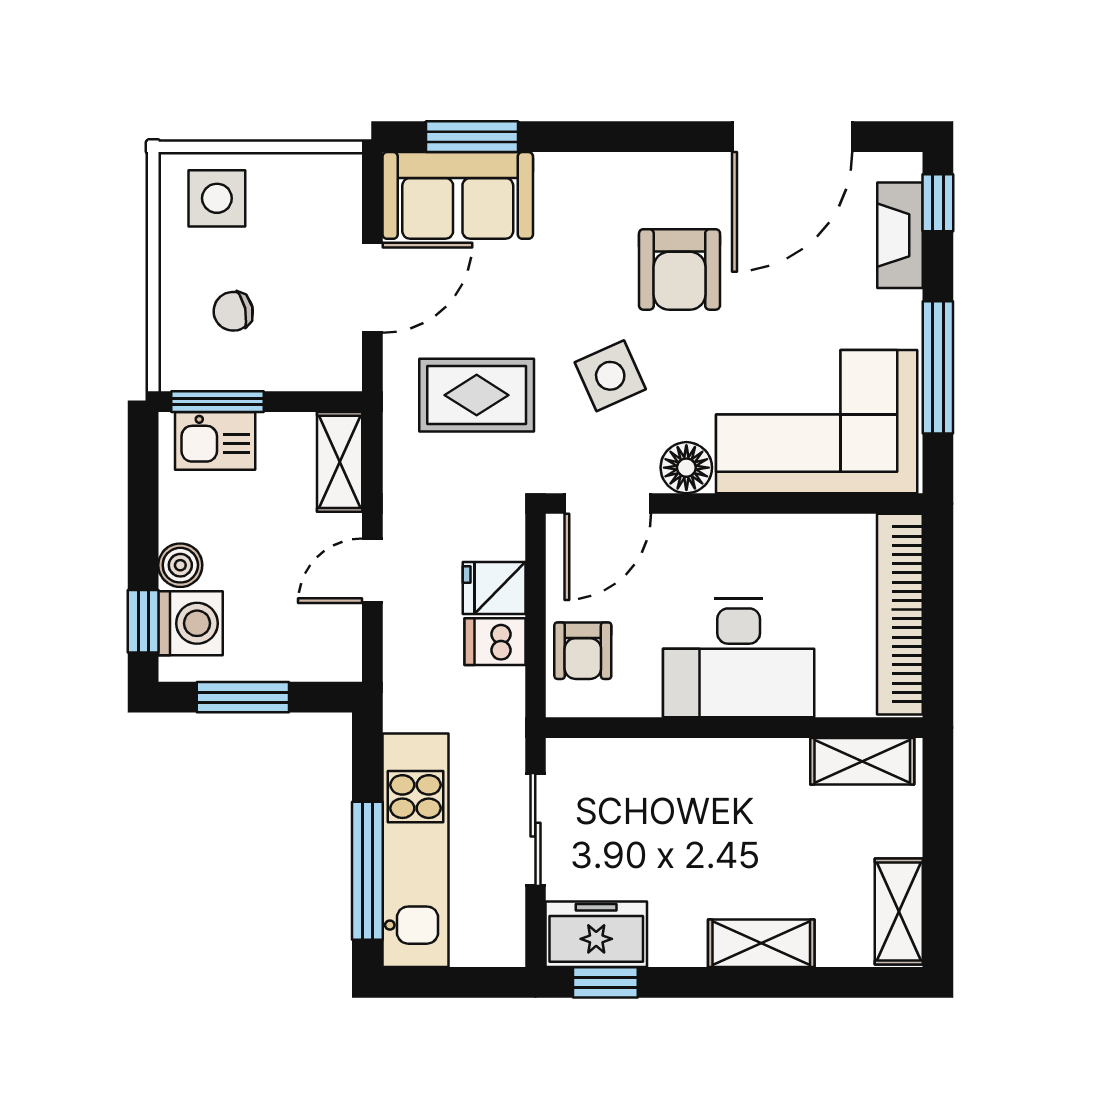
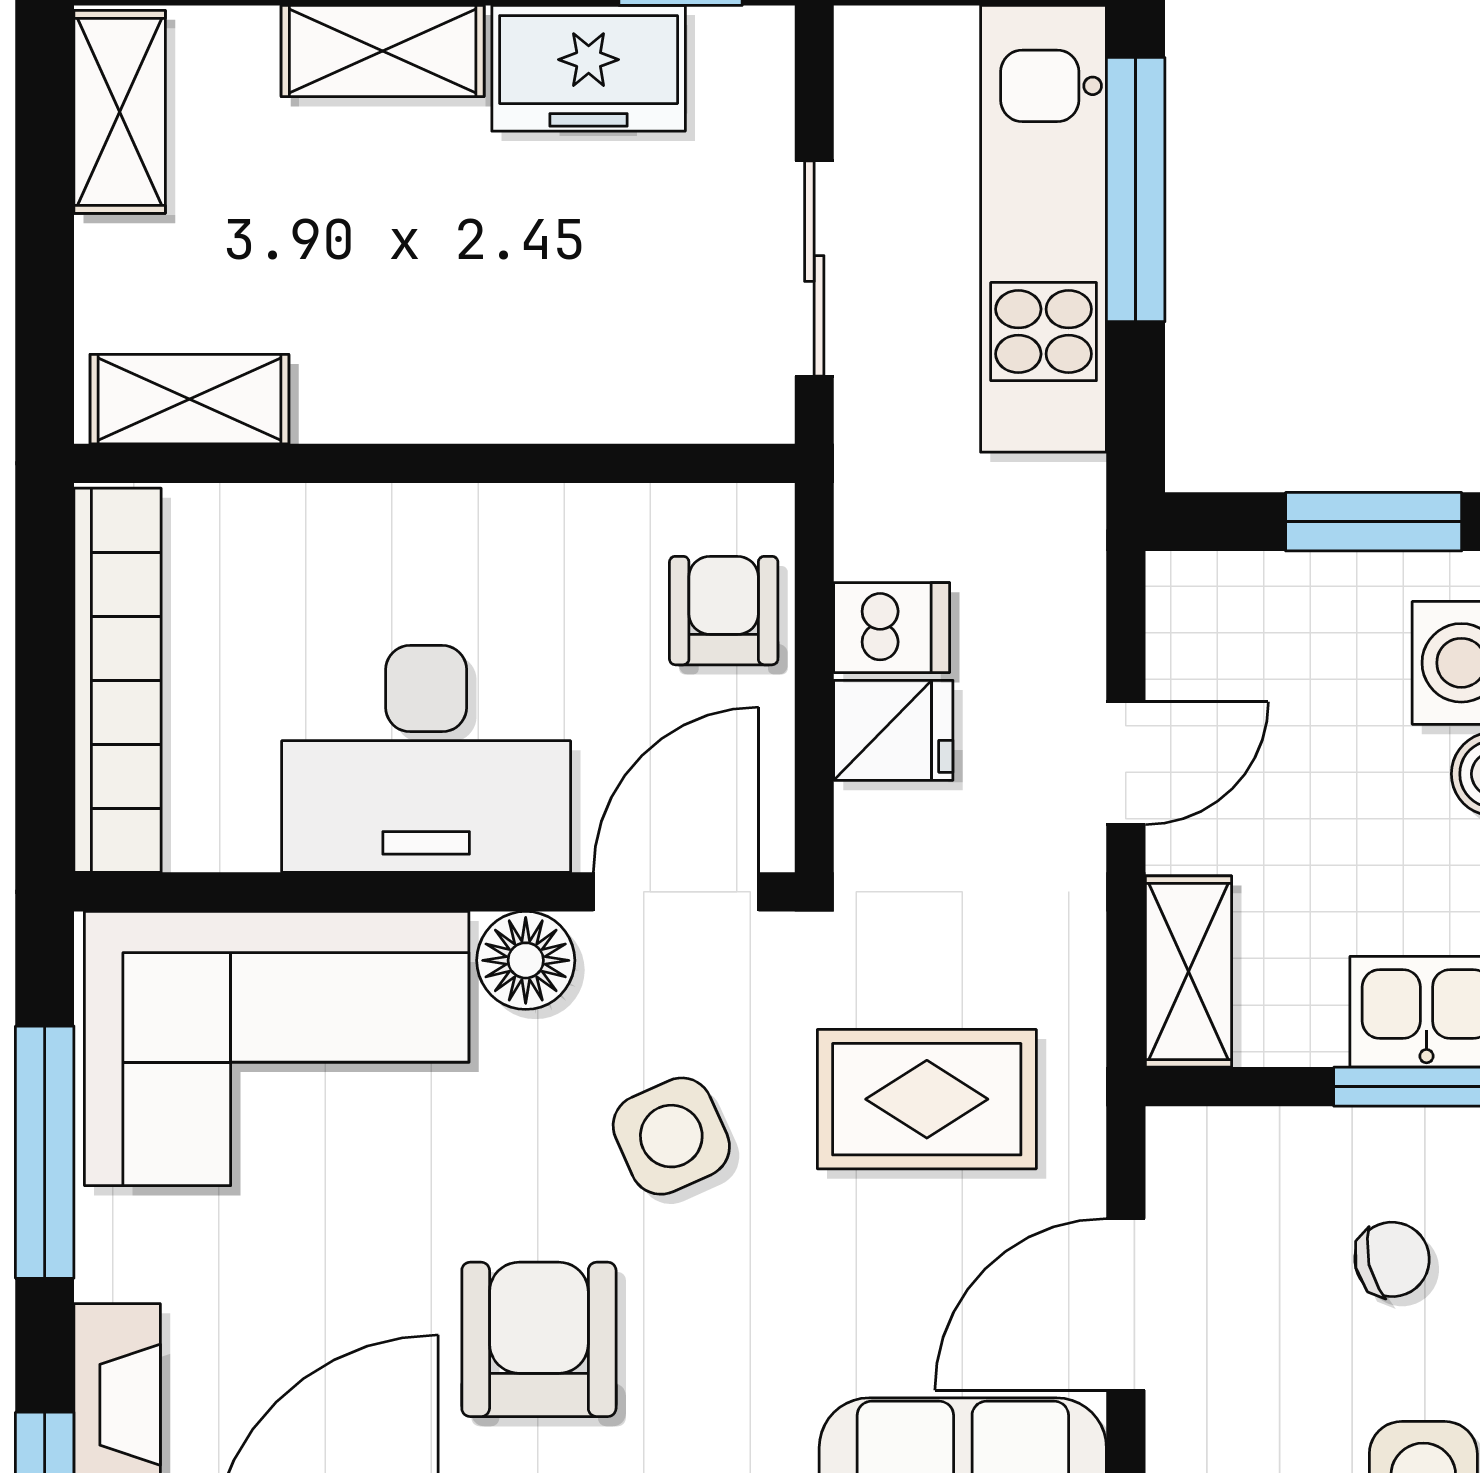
desk: (739, 658) -> (426, 759), moved, turned 180
freezer: (596, 934) -> (589, 68), moved

